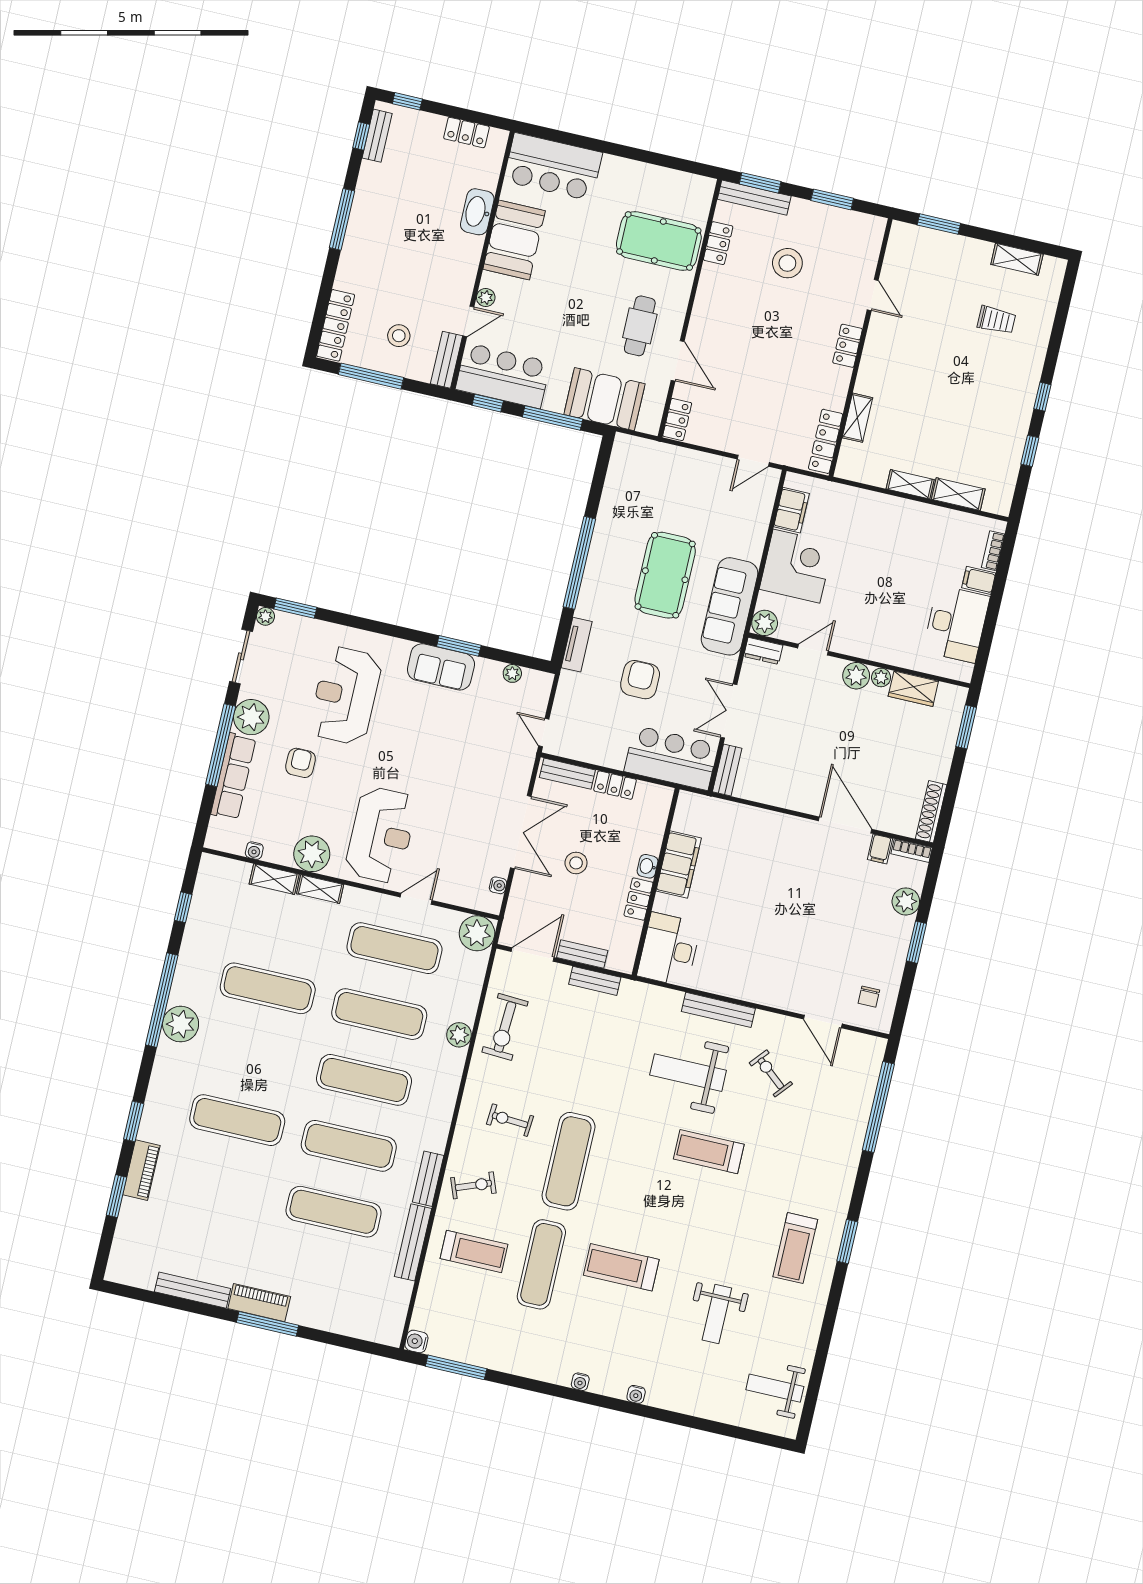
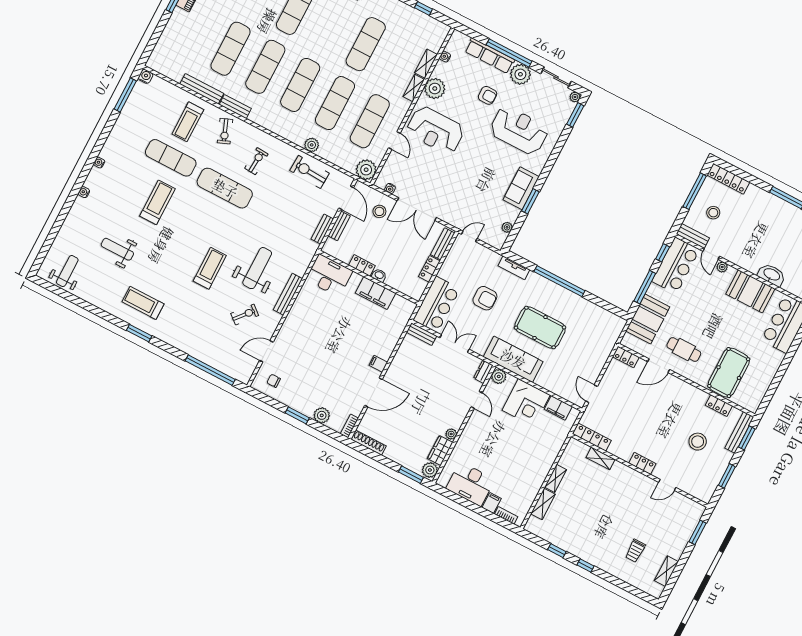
plant: (856, 676) -> (430, 470), moved
filing cabinet: (880, 849) -> (378, 364), moved
stool: (576, 863) -> (379, 211), moved

